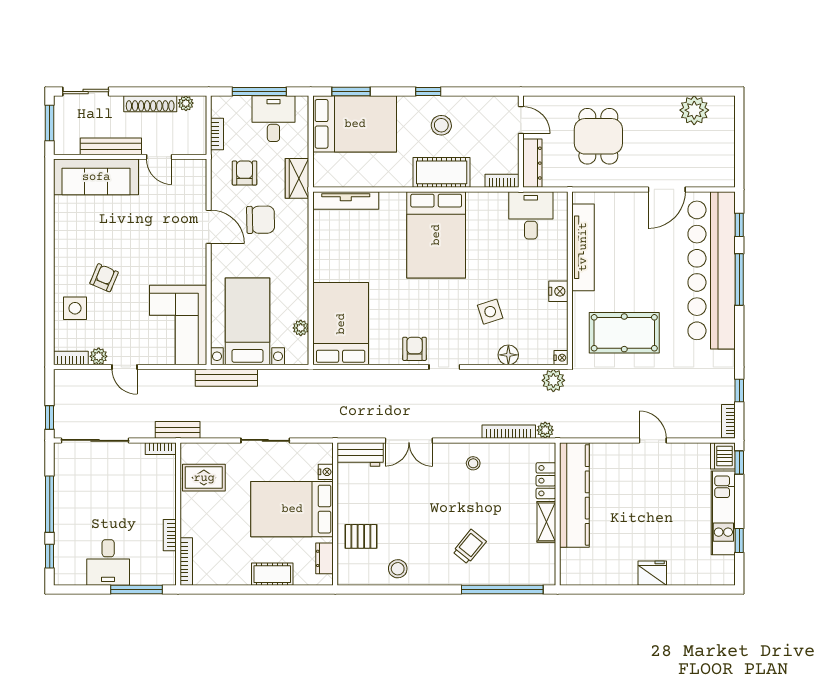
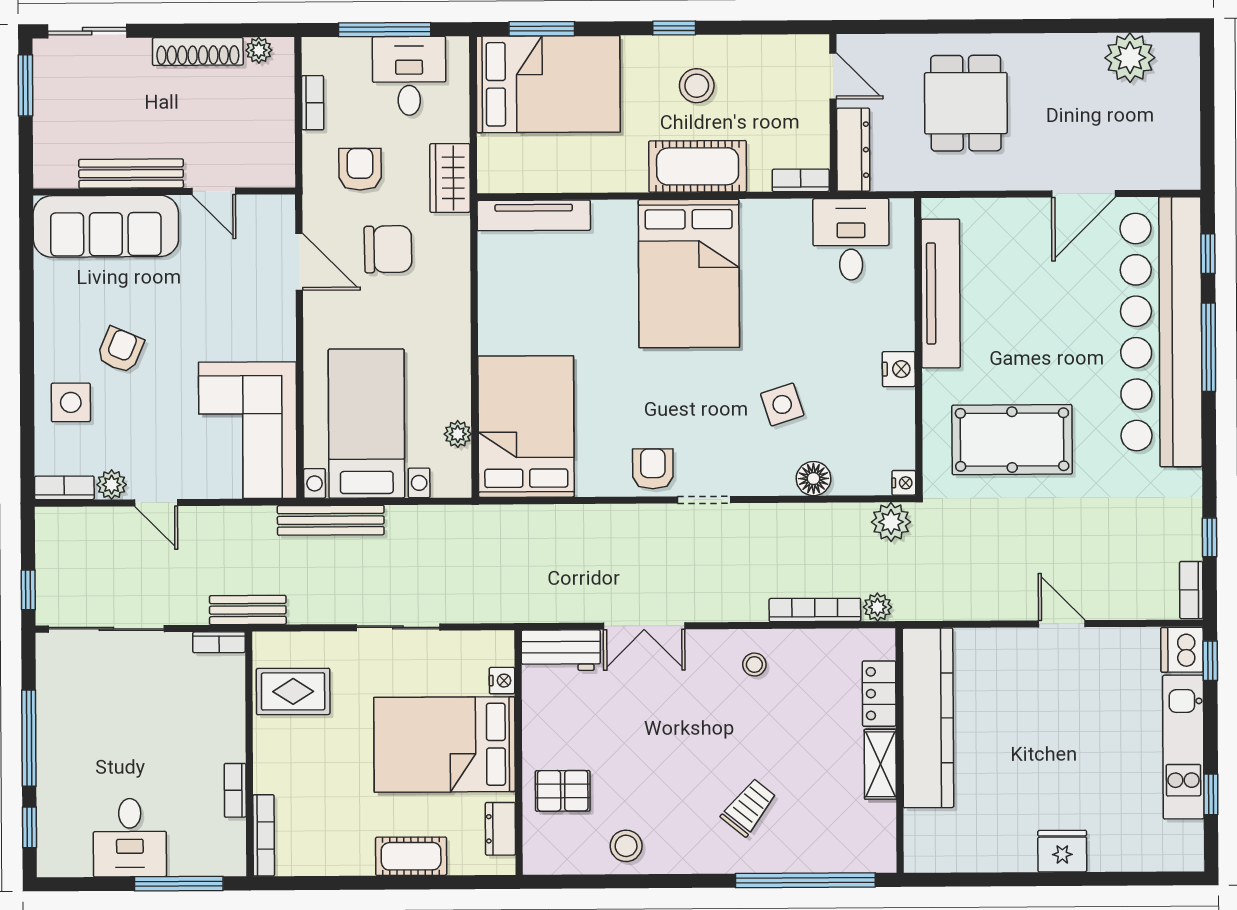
bench: (111, 146) -> (131, 174), moved
wall: (130, 157) -> (164, 192), moved
door: (159, 157) -> (214, 191), moved
sofa: (96, 177) -> (106, 226), moved

